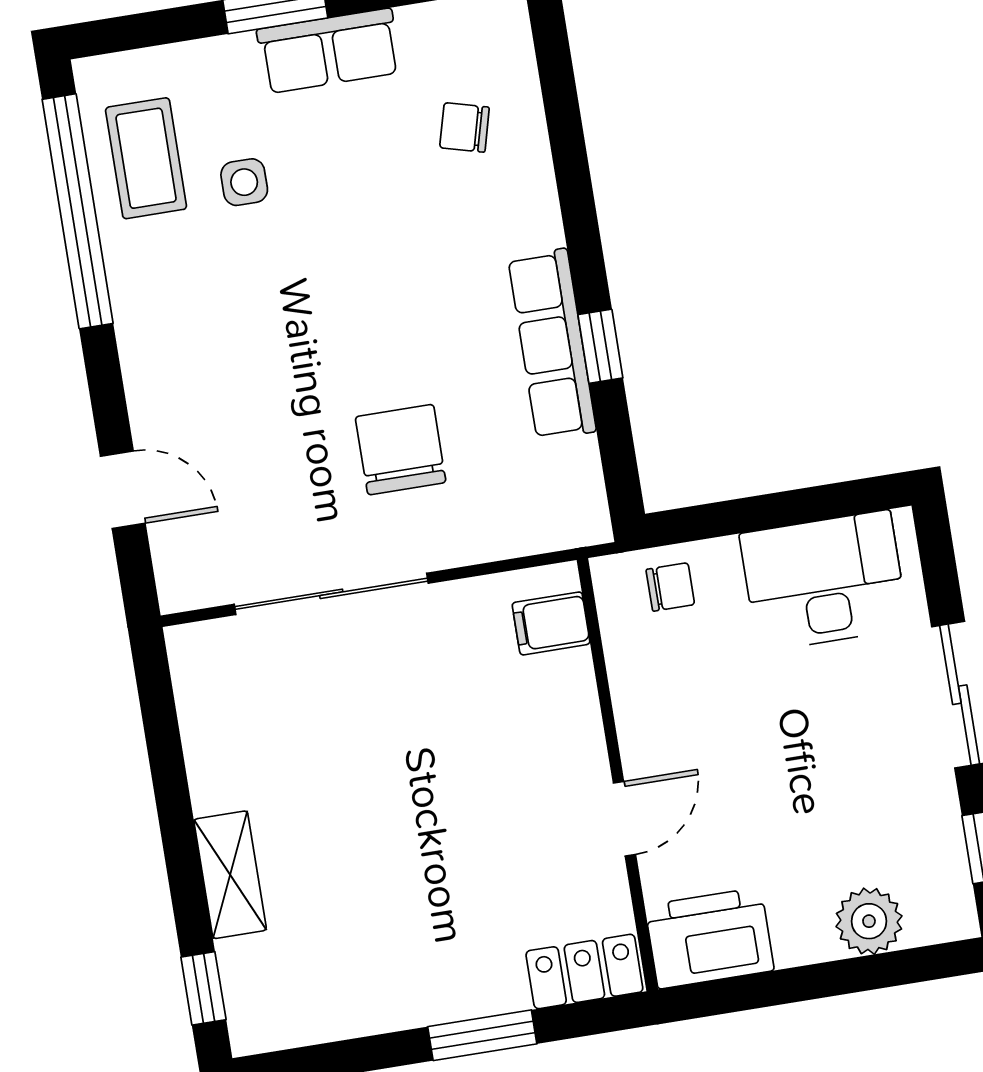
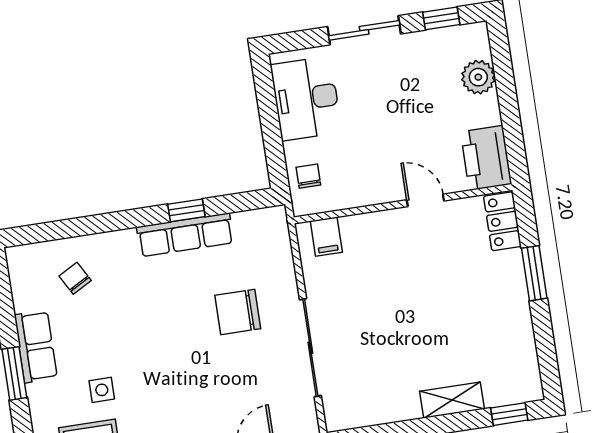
chair: (465, 128) -> (75, 278), turned 136

